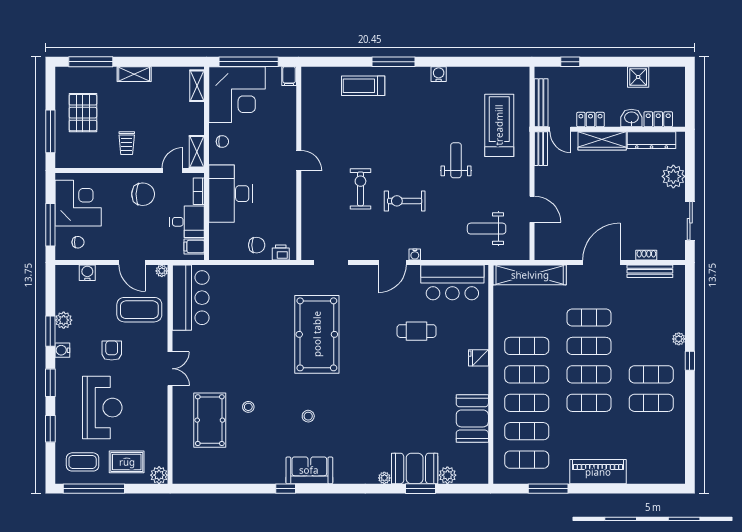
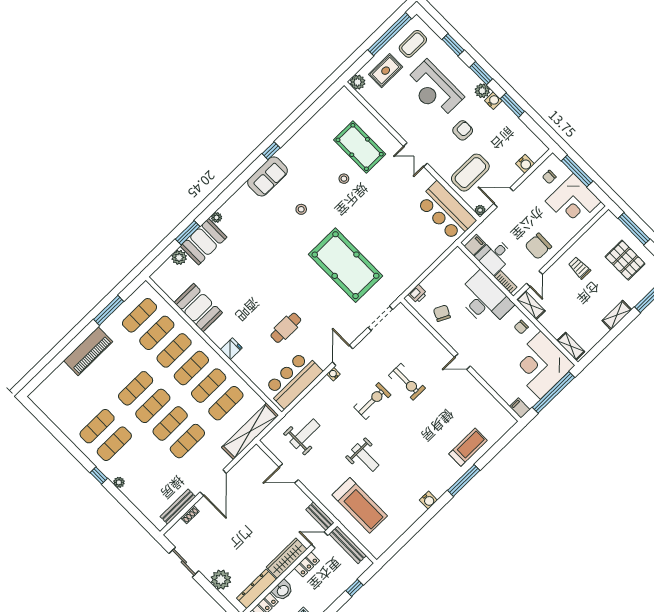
chair: (257, 245) -> (442, 313), moved, turned 116
exercise mat: (527, 318) -> (226, 403), added
plant: (64, 320) -> (482, 91), moved
armchair: (112, 351) -> (463, 130), turned -90

